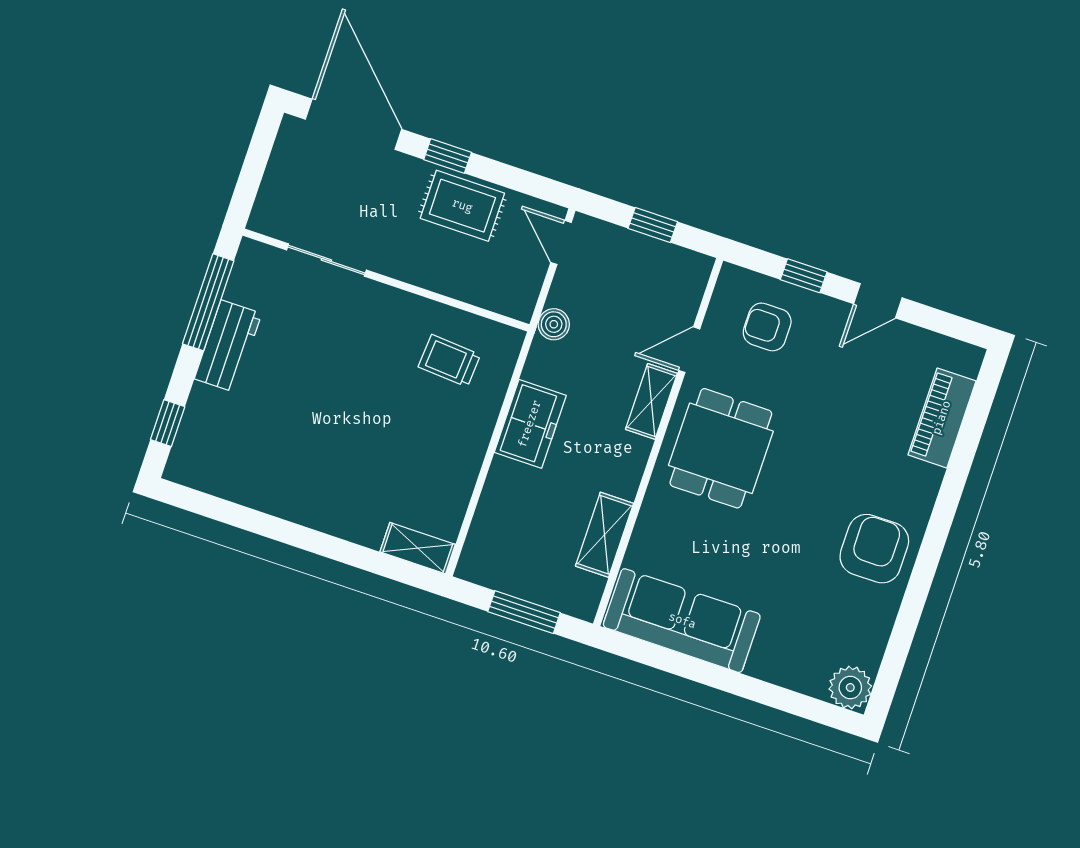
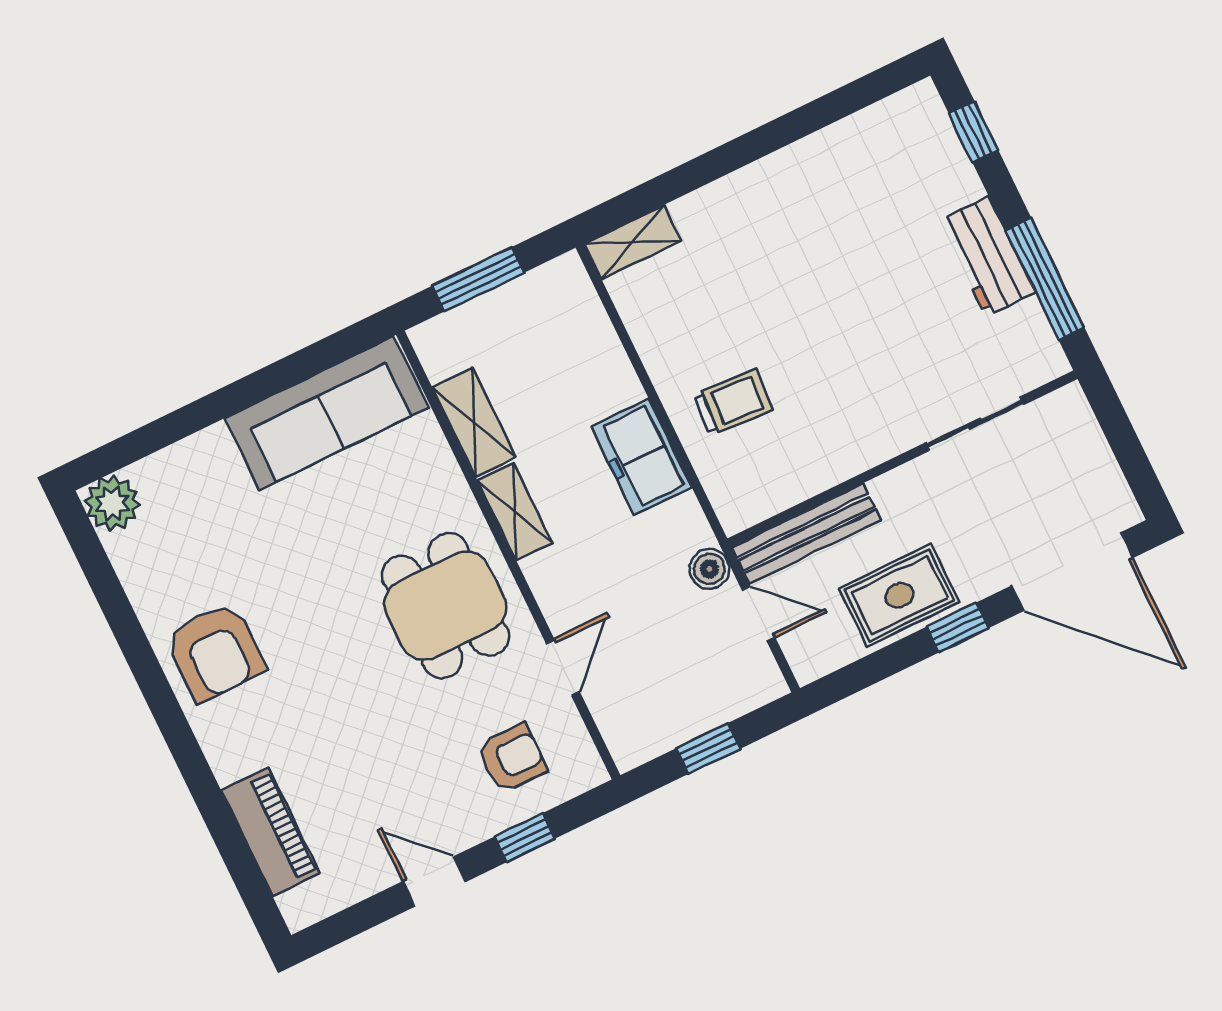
door: (561, 242) -> (759, 614), moved
bench: (481, 291) -> (806, 534), added
door: (878, 301) -> (434, 881), hinge flipped
trolley: (449, 361) -> (733, 402), moved
shelving: (651, 401) -> (515, 512), moved

